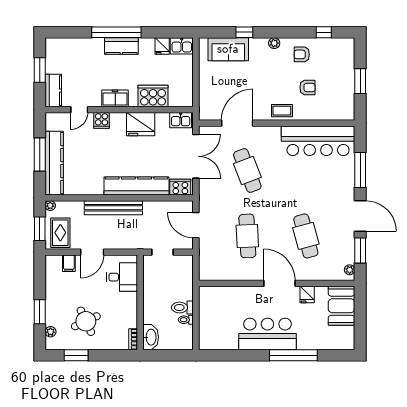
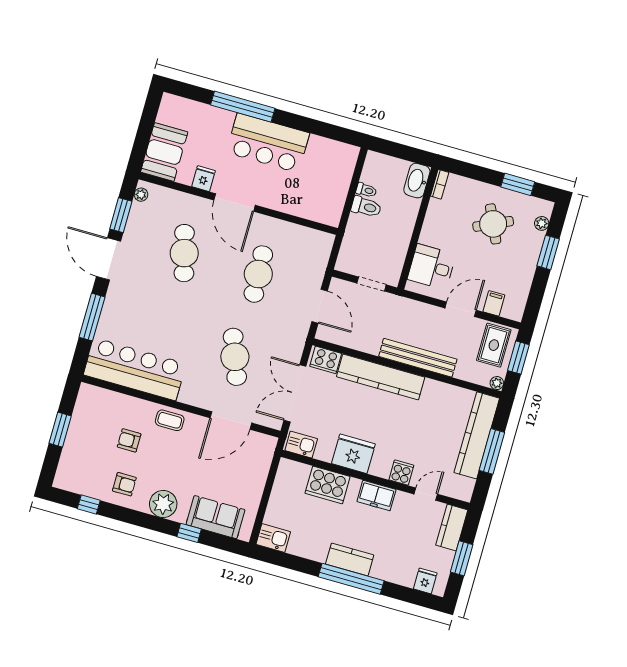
plant: (274, 43) -> (163, 504), width x1.88, depth x1.88
fridge: (162, 46) -> (425, 581), moved

